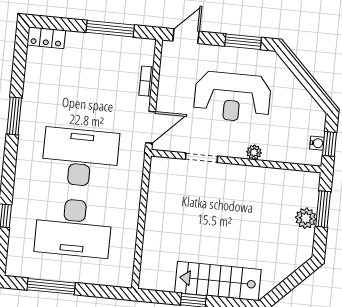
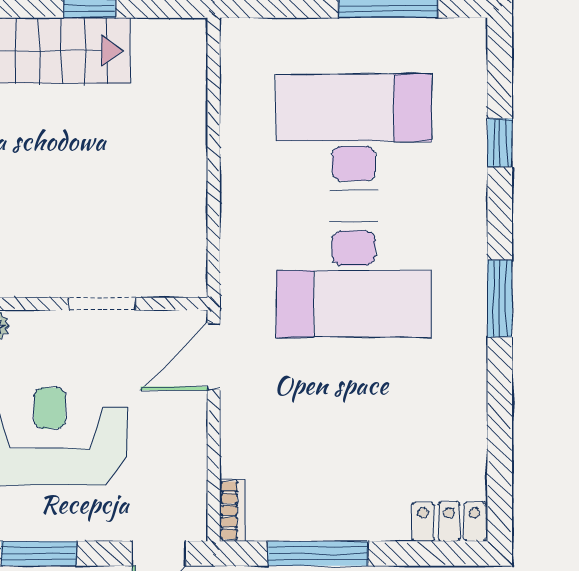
bookcase: (146, 81) -> (232, 510), moved
window: (14, 116) -> (500, 299), moved

